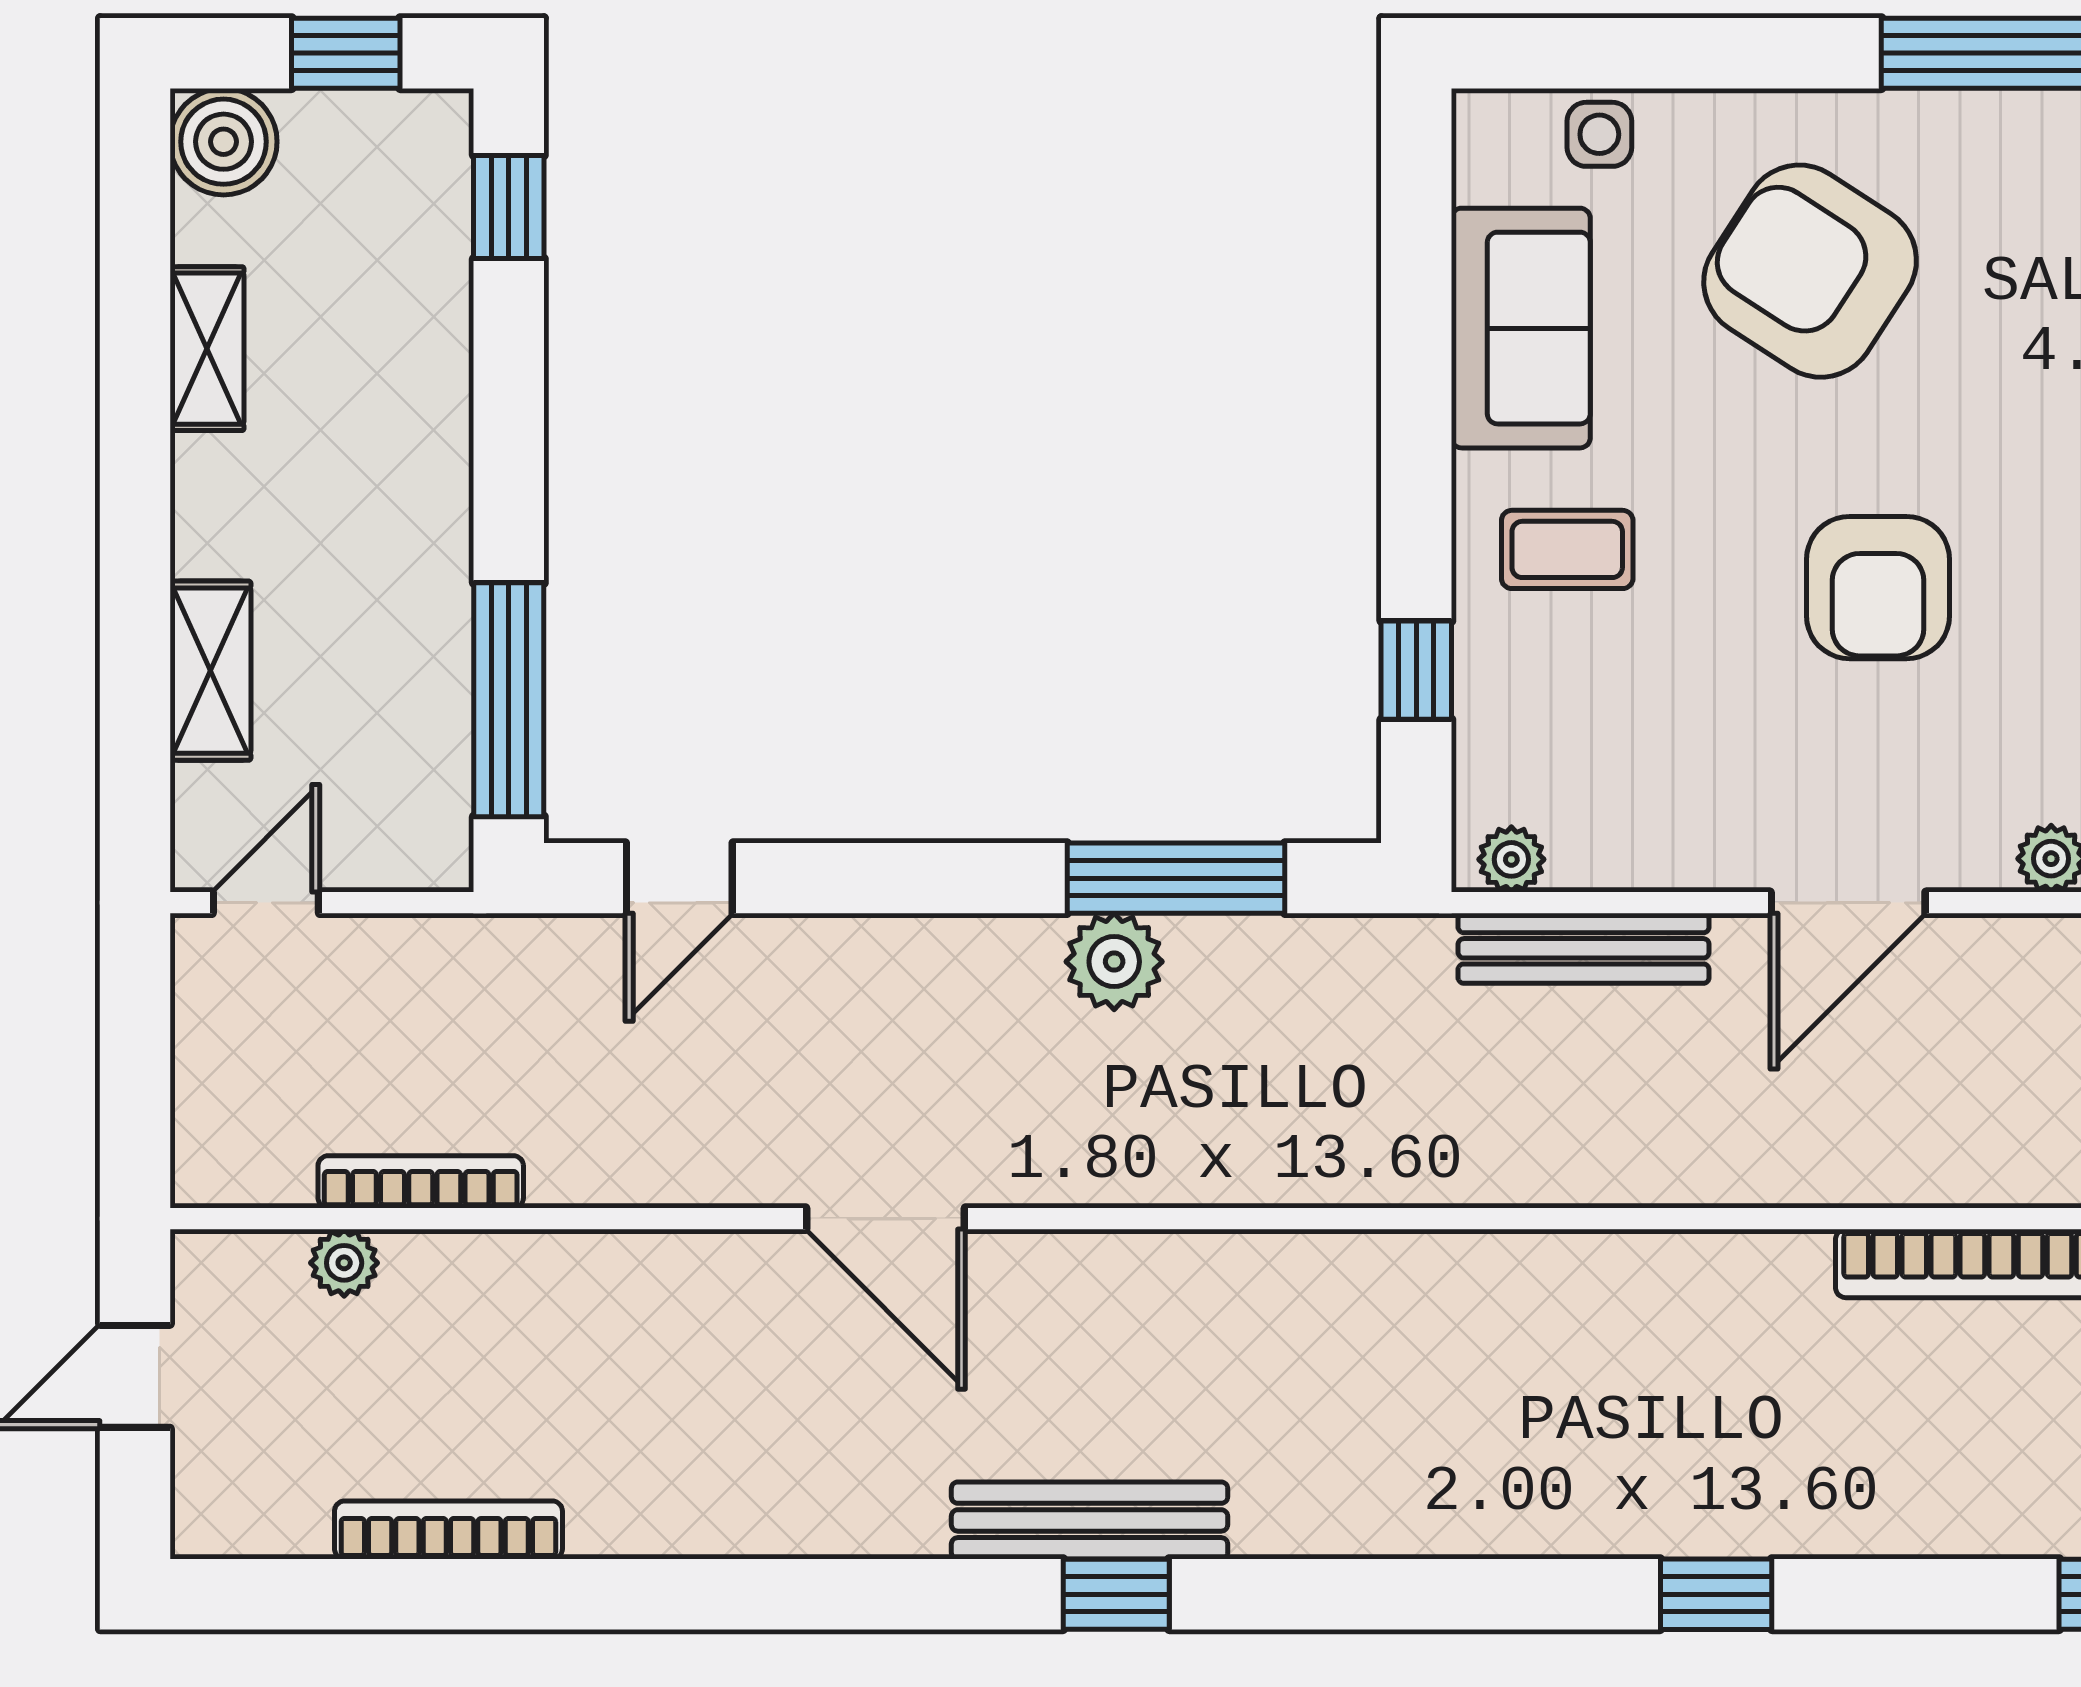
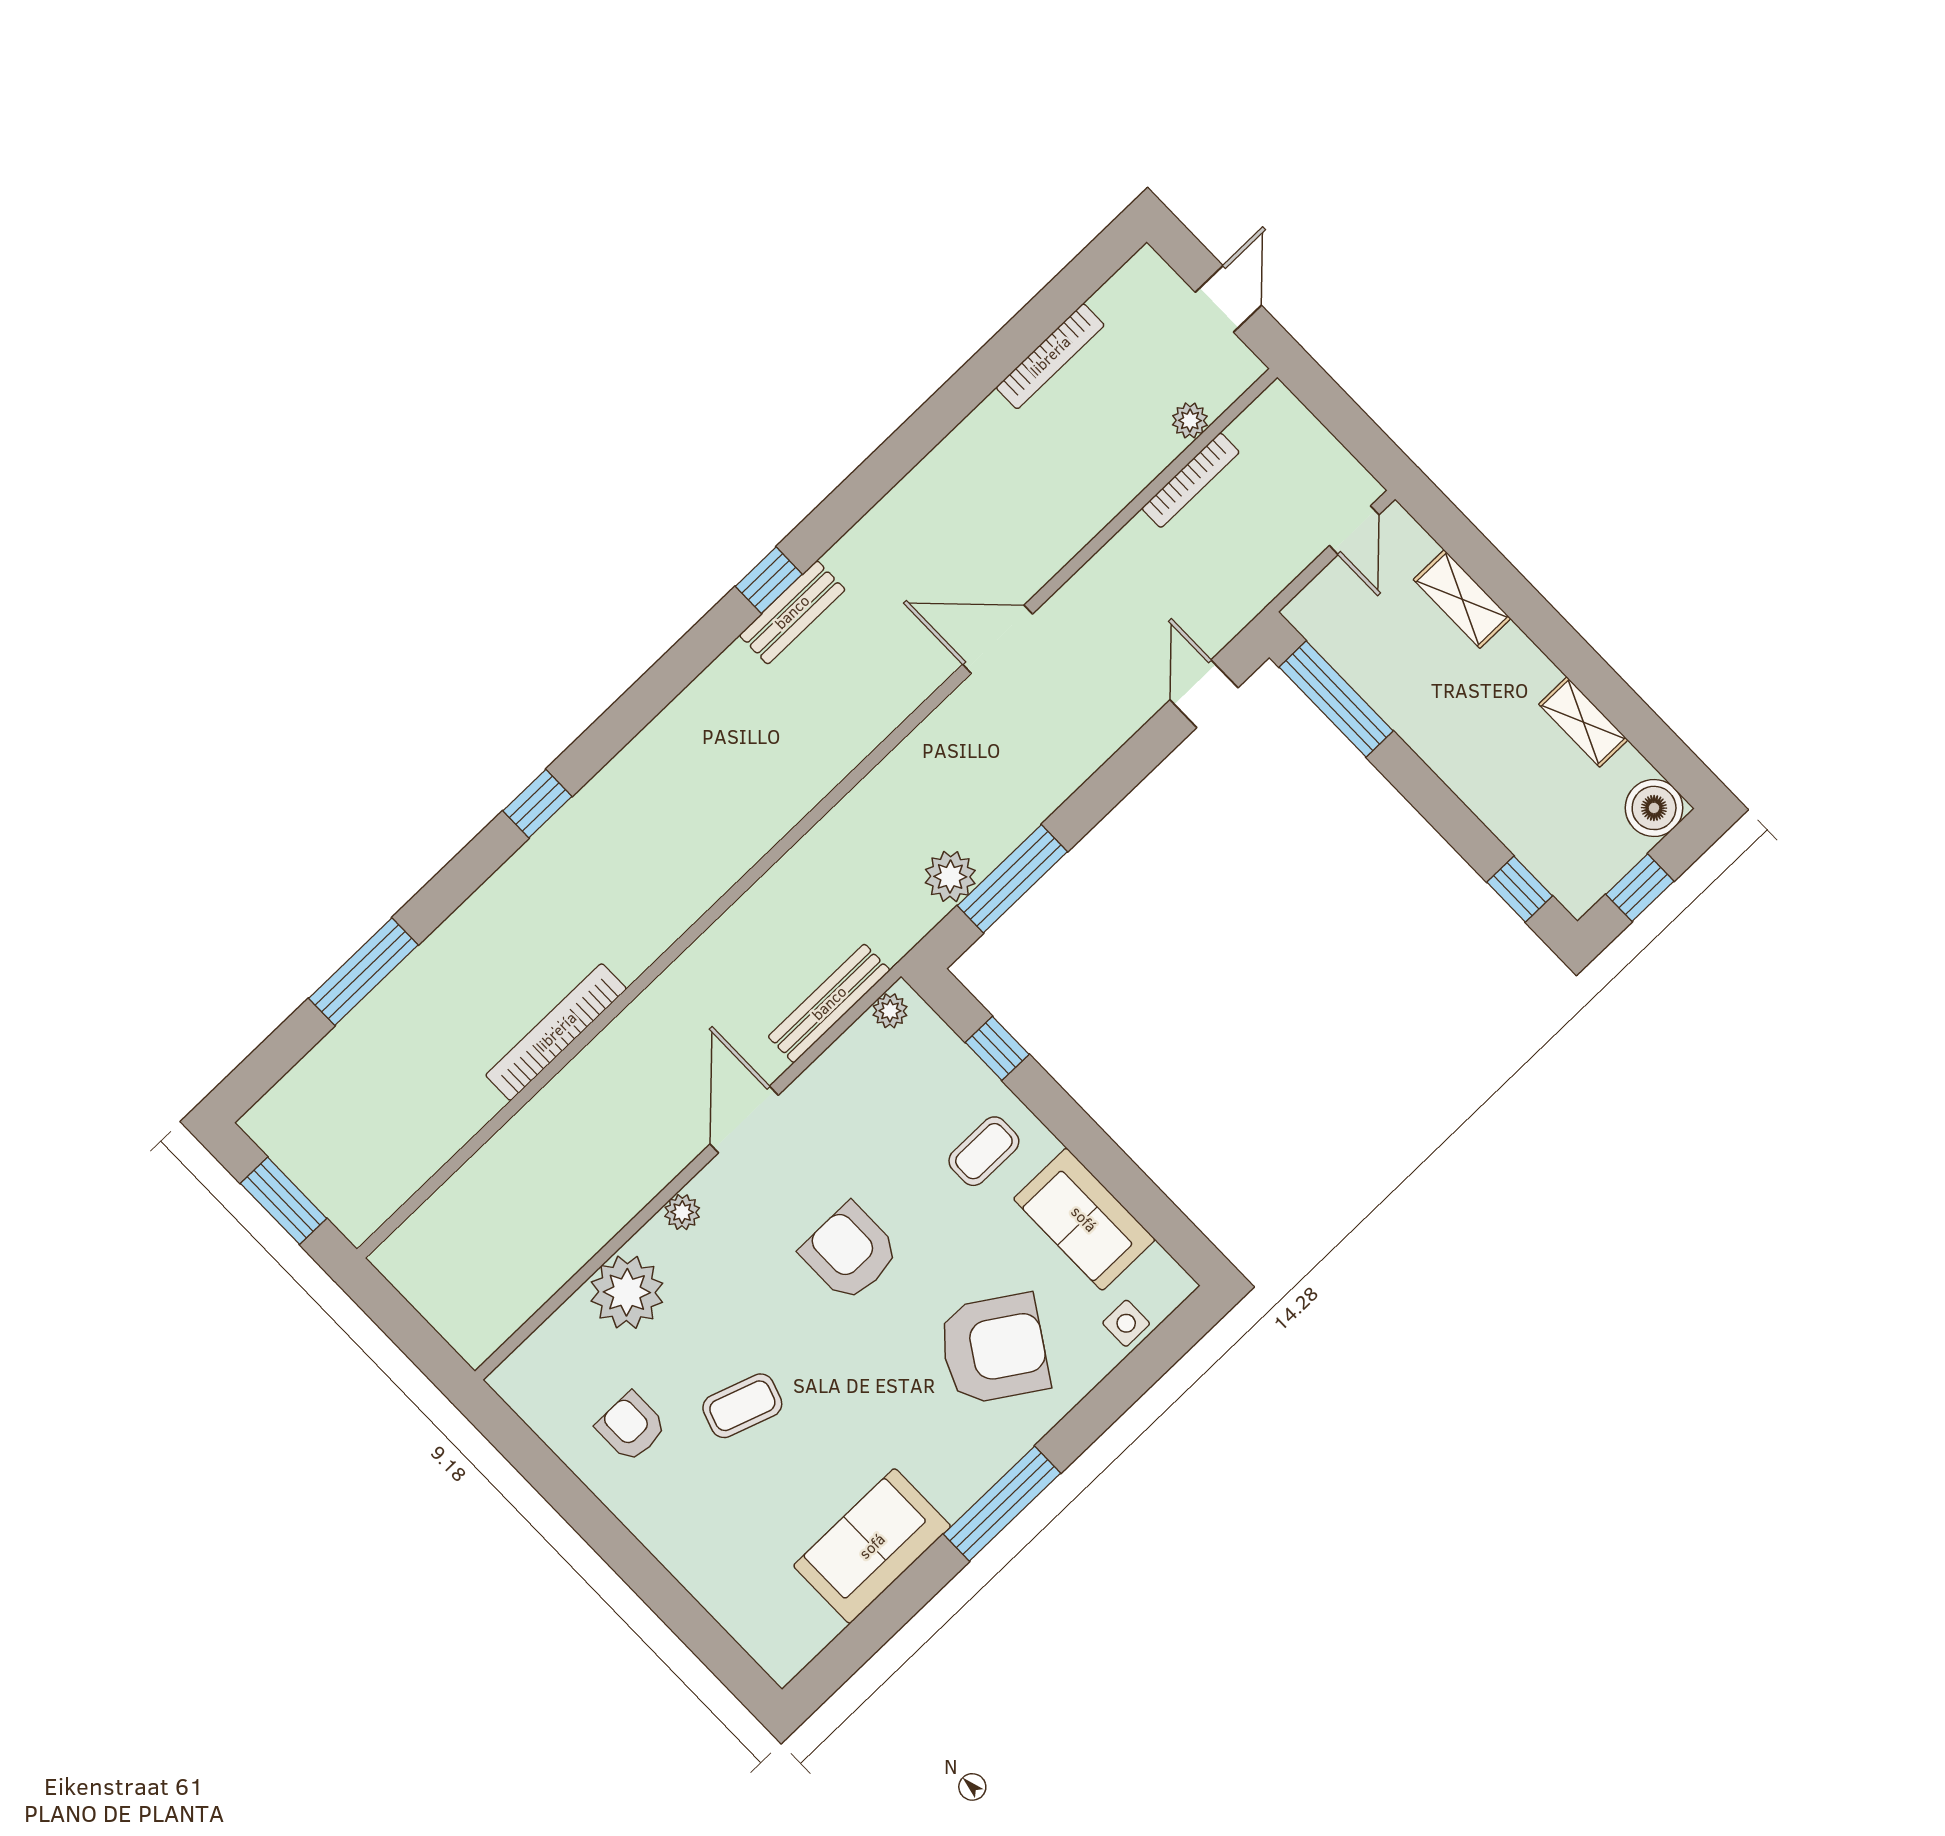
plant: (1114, 962) -> (950, 877), moved
bench: (1090, 1520) -> (792, 612), width x0.73

